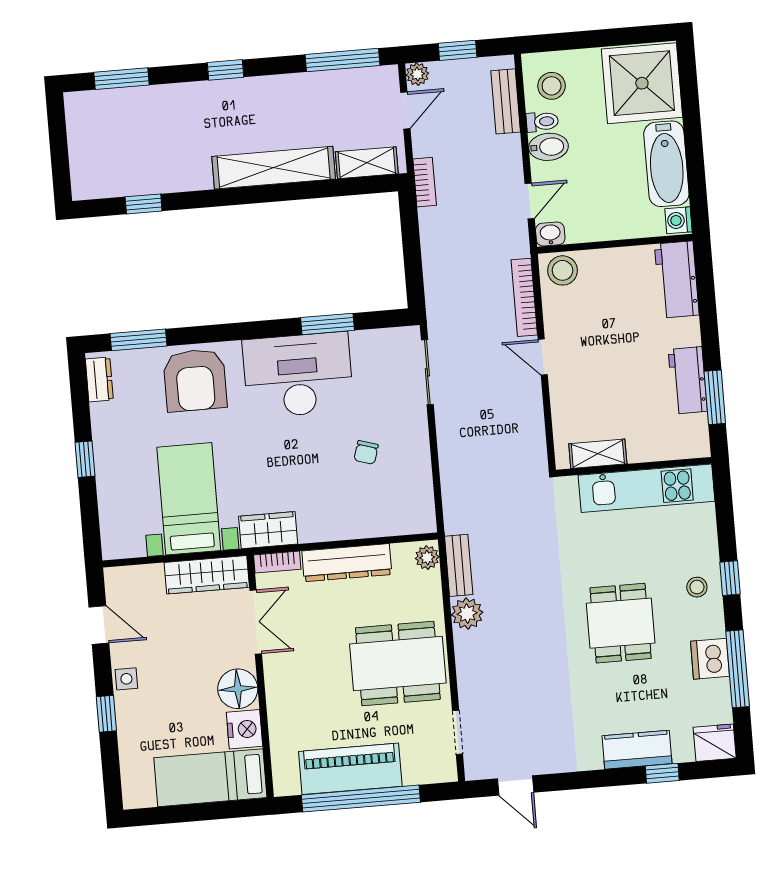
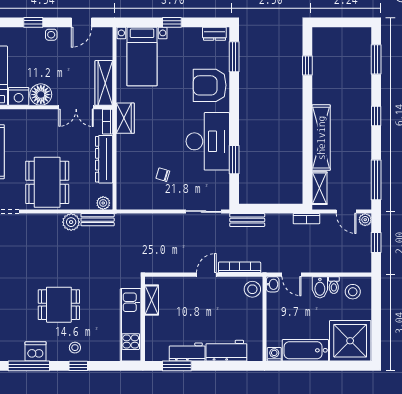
bench: (506, 101) -> (247, 220), moved
workbench: (677, 279) -> (226, 351), moved
bed with nightstands: (189, 499) -> (142, 57), moved, turned 90

